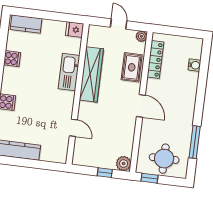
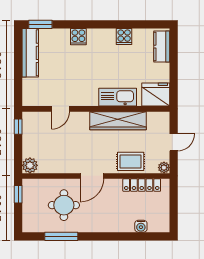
fridge: (75, 30) -> (156, 95), width x1.88, depth x1.34
round table: (164, 159) -> (64, 205), moved
window: (105, 173) -> (18, 127), moved

